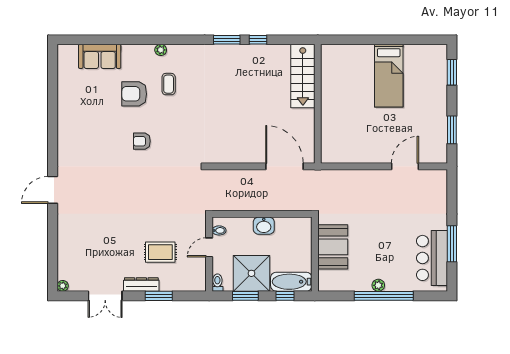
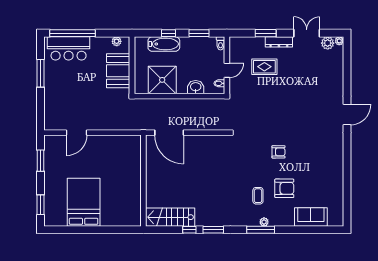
window: (165, 40) -> (261, 230), added
stairs: (303, 76) -> (170, 217), moved, turned -90
bed: (389, 76) -> (84, 202), width x1.50
washbasin: (264, 226) -> (196, 87), moved
booth: (333, 247) -> (118, 71), moved
wall: (315, 254) -> (132, 65), moved
bar counter: (432, 258) -> (69, 48), moved, turned 90
shower: (251, 273) -> (162, 80), moved
plant: (78, 283) -> (328, 43), added
plant: (378, 285) -> (117, 41), moved
window: (384, 296) -> (72, 33), moved

